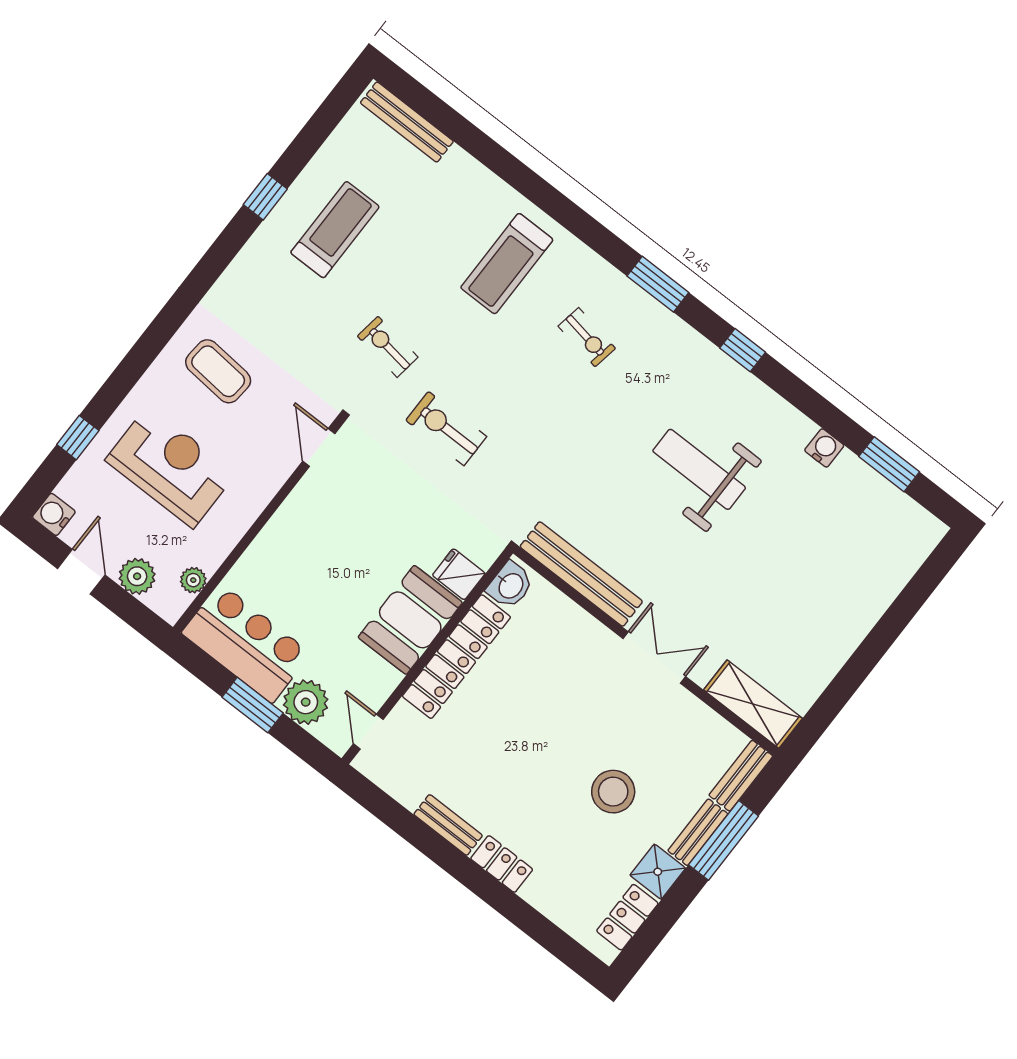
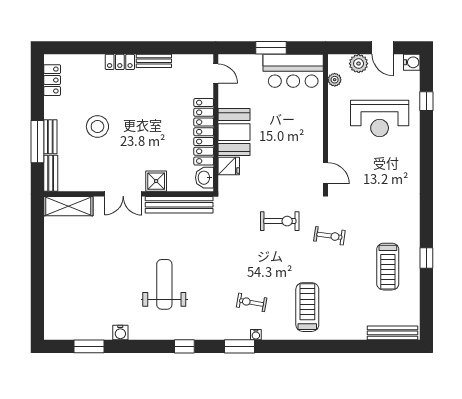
water cooler: (619, 283) -> (256, 335), added
coffee table: (218, 371) -> (390, 172), removed
weight bench: (699, 469) -> (164, 284), turned -90
plant: (306, 702) -> (250, 66), removed
shower: (658, 872) -> (156, 181), moved

